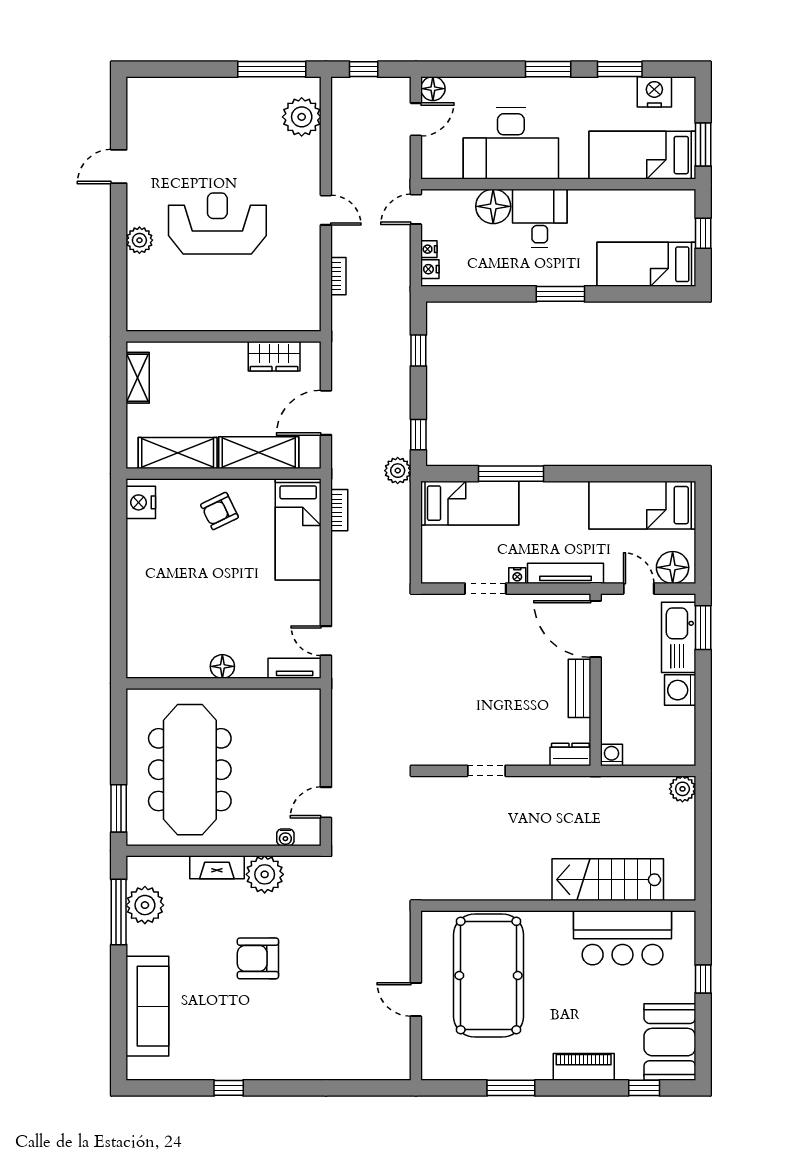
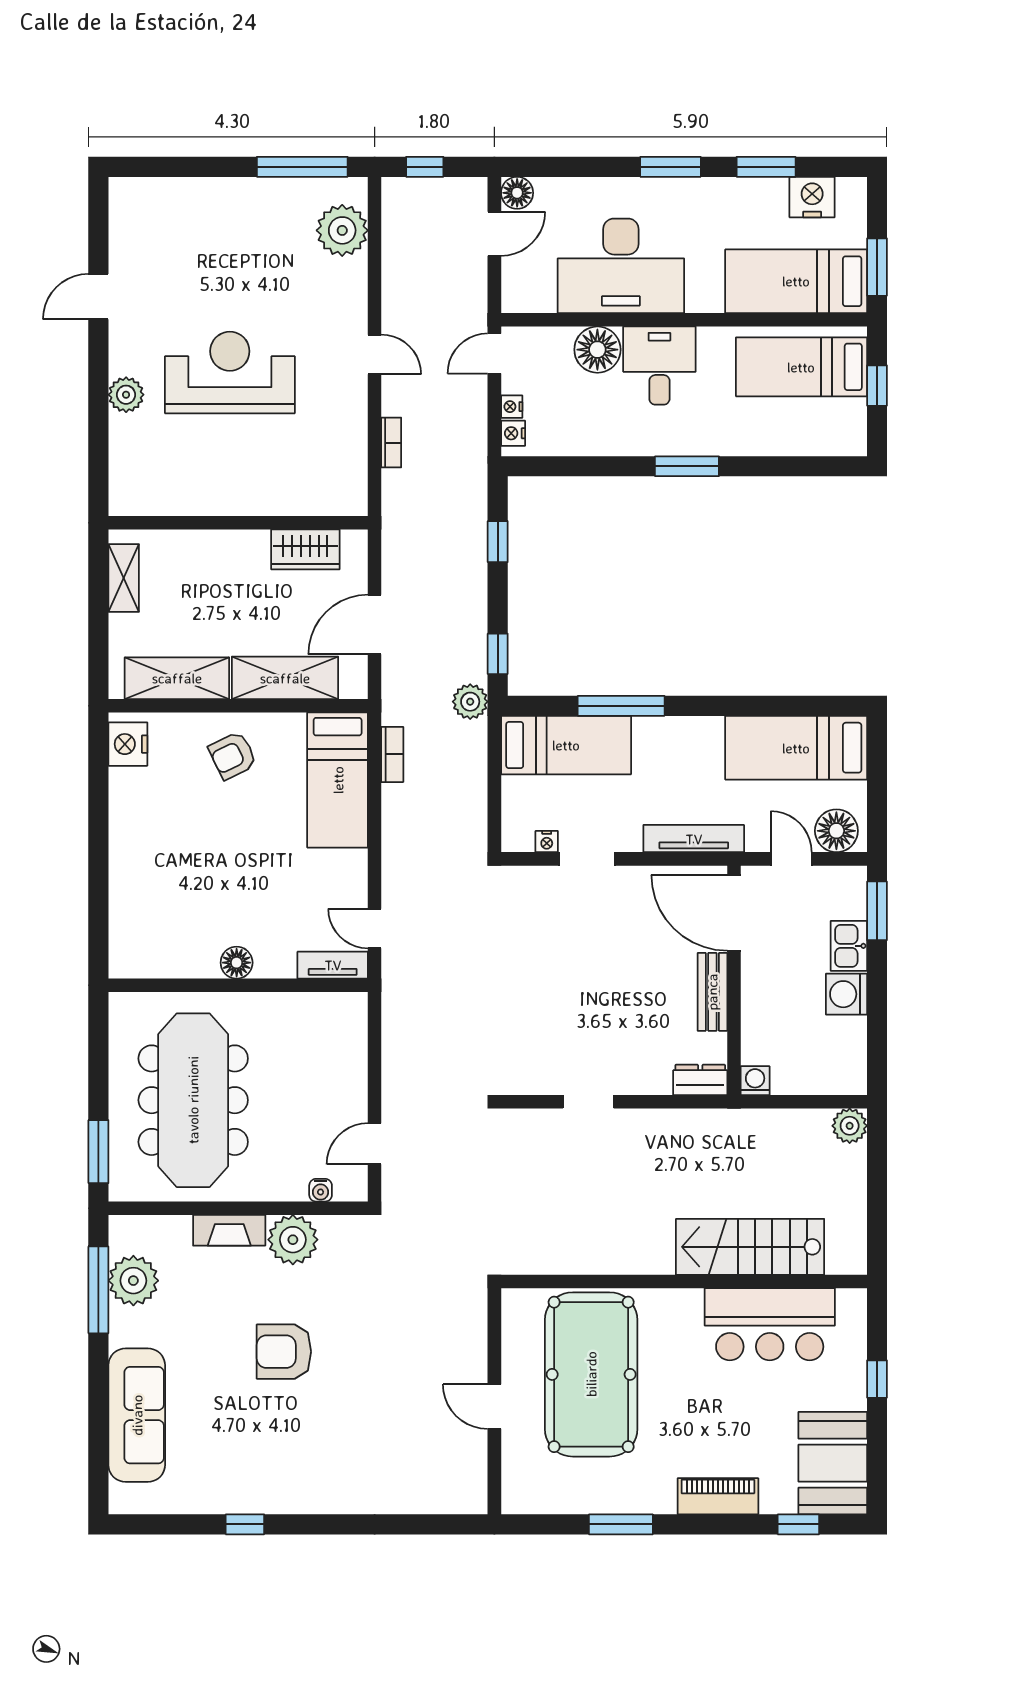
bed: (646, 264) -> (801, 367), moved
nightstand: (517, 576) -> (547, 842), moved
kitchen sink: (679, 637) -> (849, 946), width x0.53, depth x0.81

